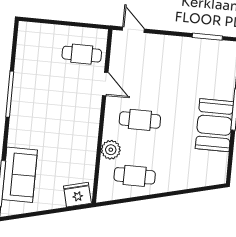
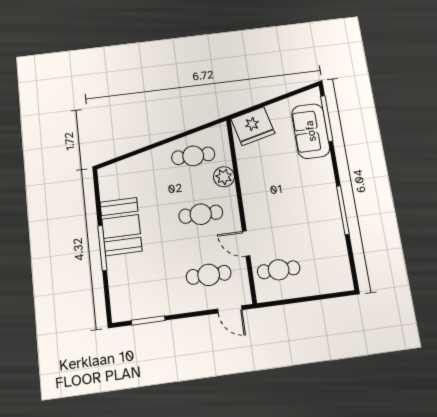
cafe table: (145, 64) -> (209, 275), added
fridge: (77, 195) -> (253, 126), width x1.36, depth x1.34

